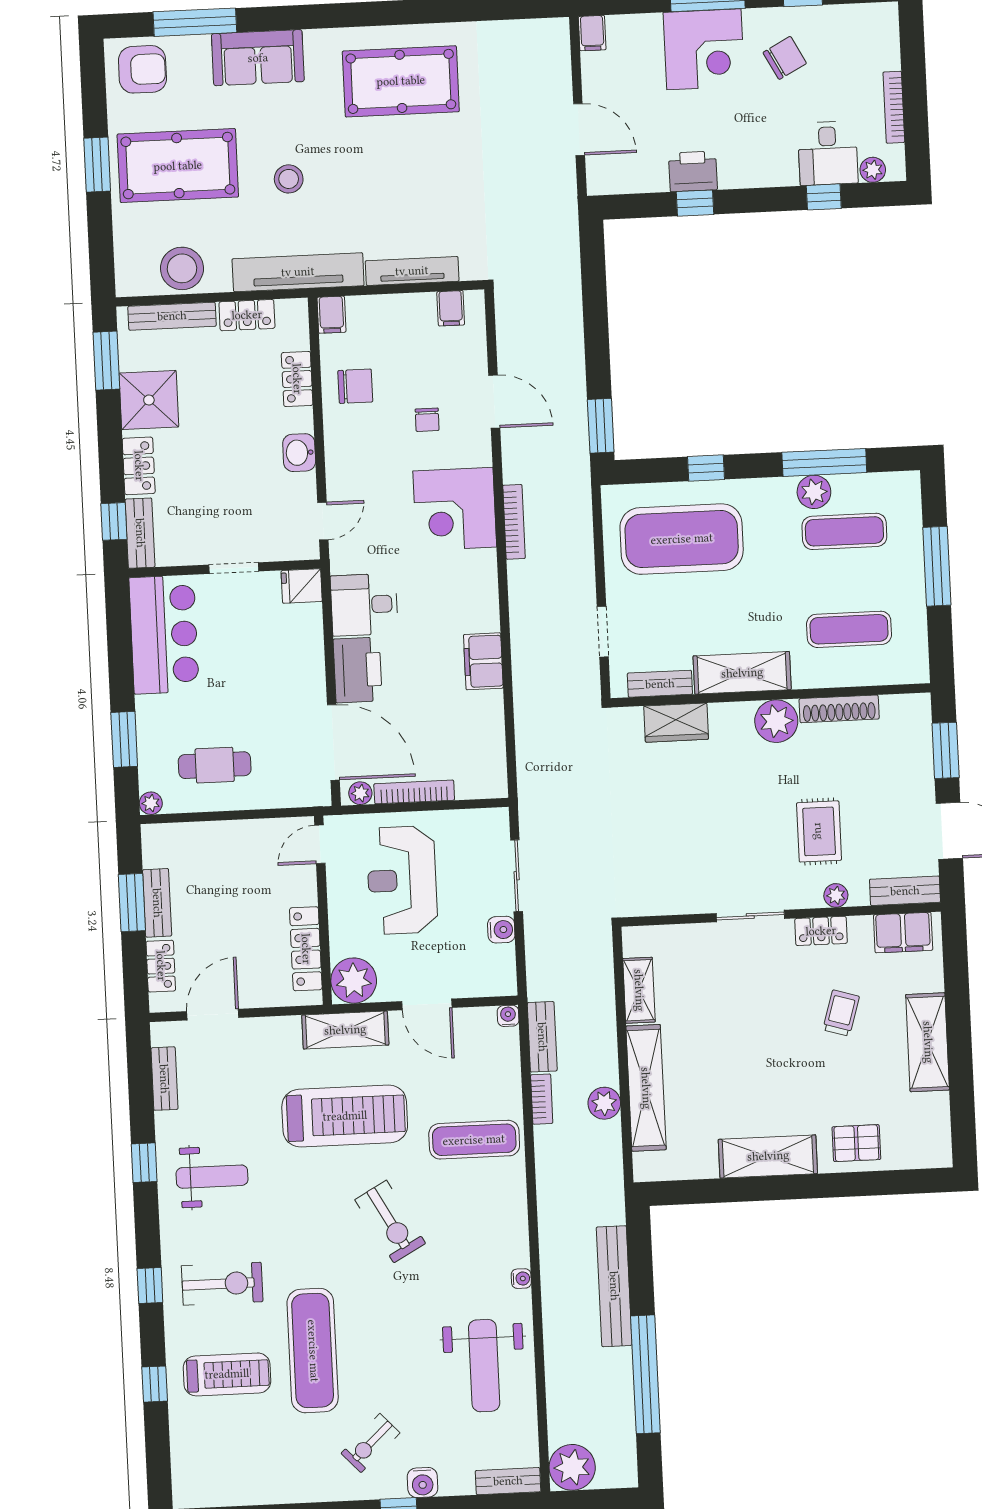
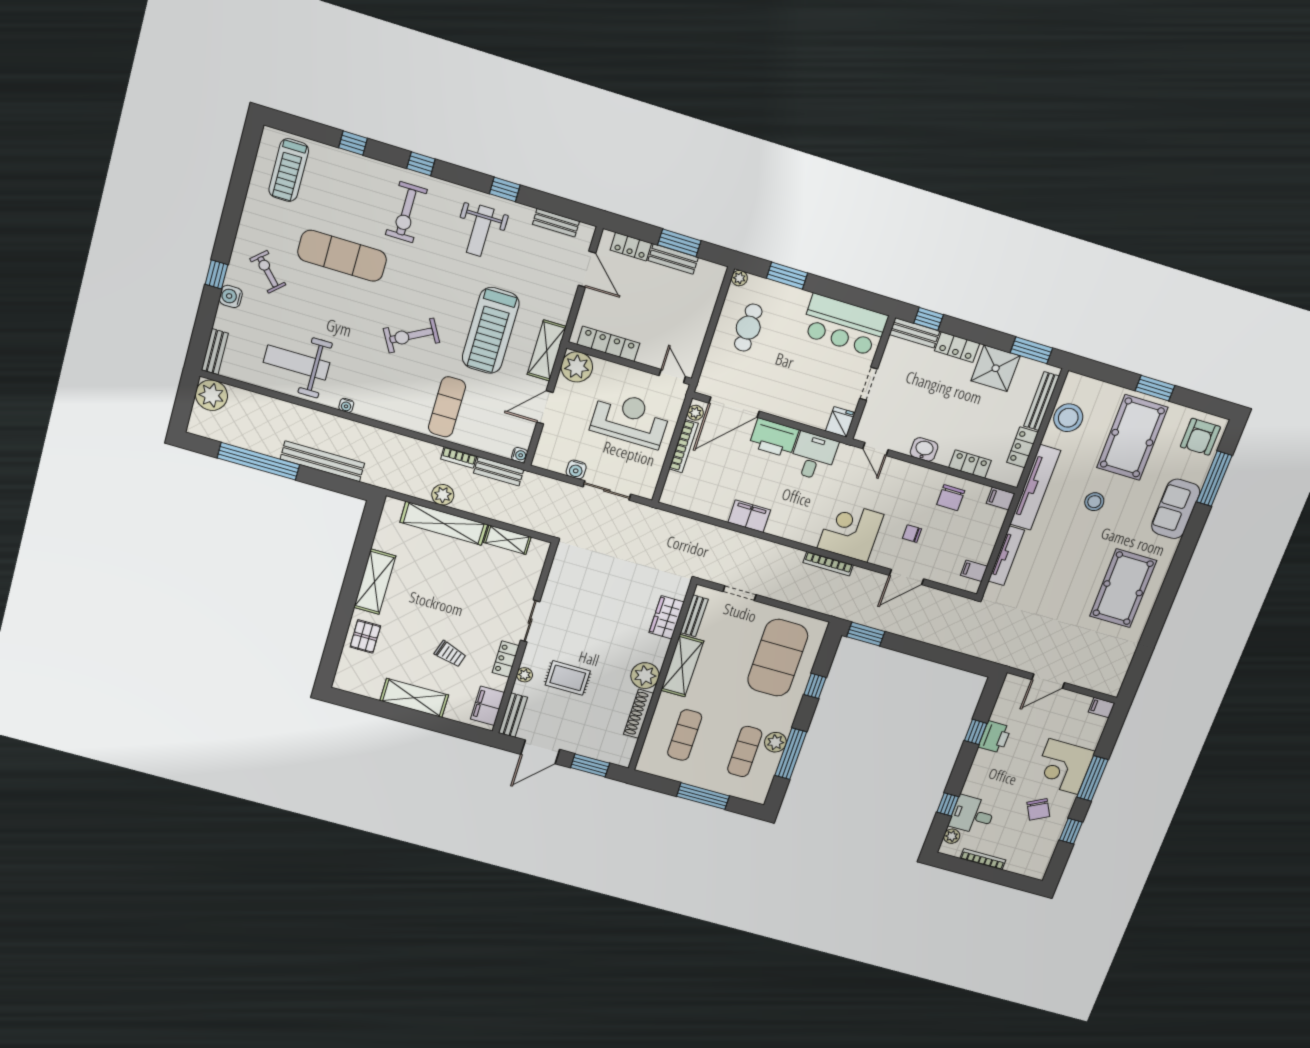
treadmill: (227, 1374) -> (289, 170), moved

